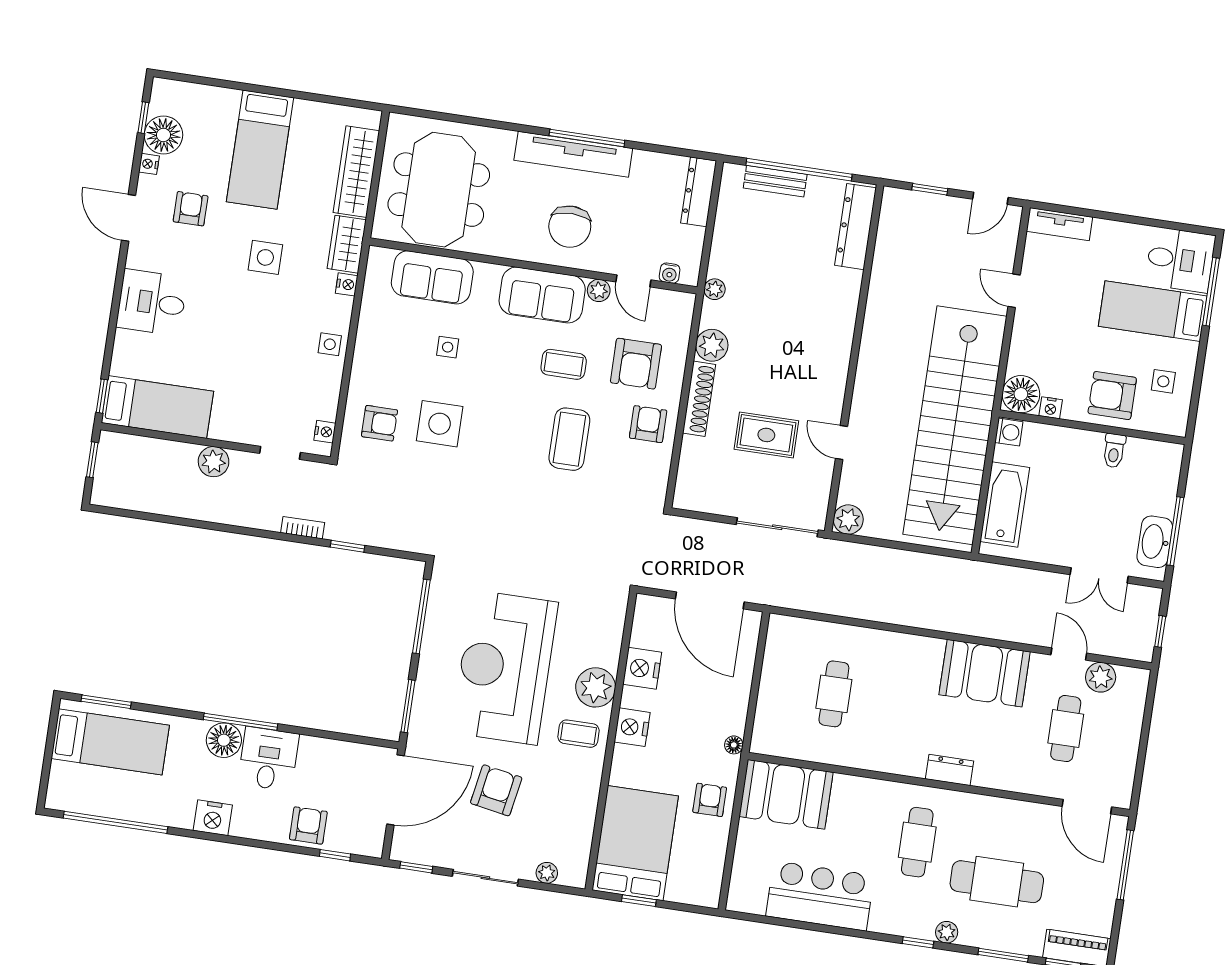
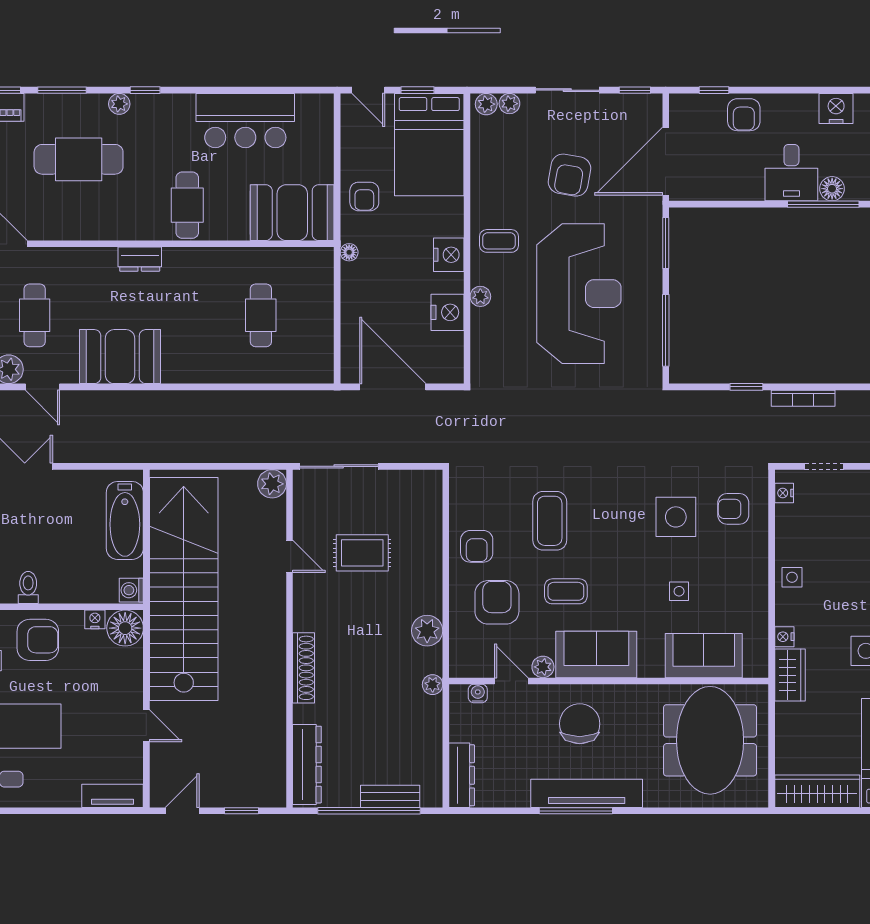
wardrobe: (356, 172) -> (817, 791), moved, turned -90
shoe rack: (699, 399) -> (304, 668), moved, turned 180
bookcase: (303, 528) -> (803, 398), width x1.56
plant: (596, 687) -> (480, 296), width x0.53, depth x0.53
floor lamp: (224, 740) -> (832, 189), width x0.73, depth x0.73
cafe table: (917, 842) -> (187, 205), moved
plant: (571, 876) -> (486, 104), added
door: (689, 908) -> (368, 90), added

